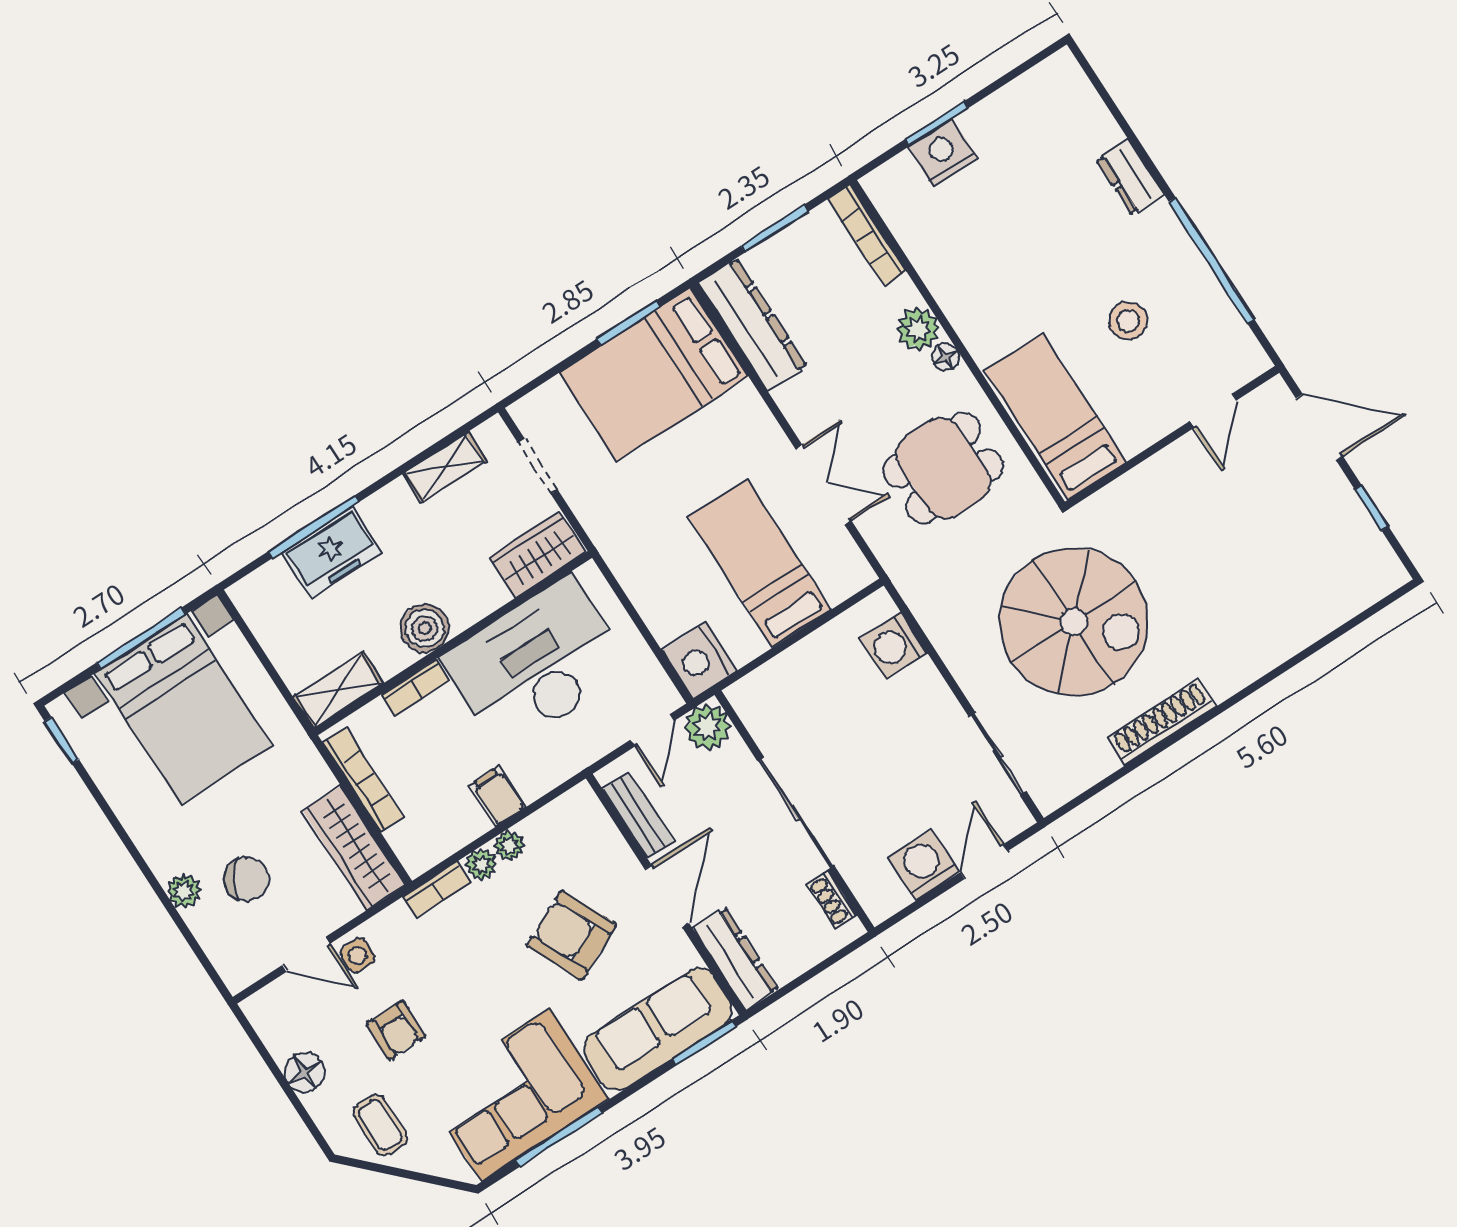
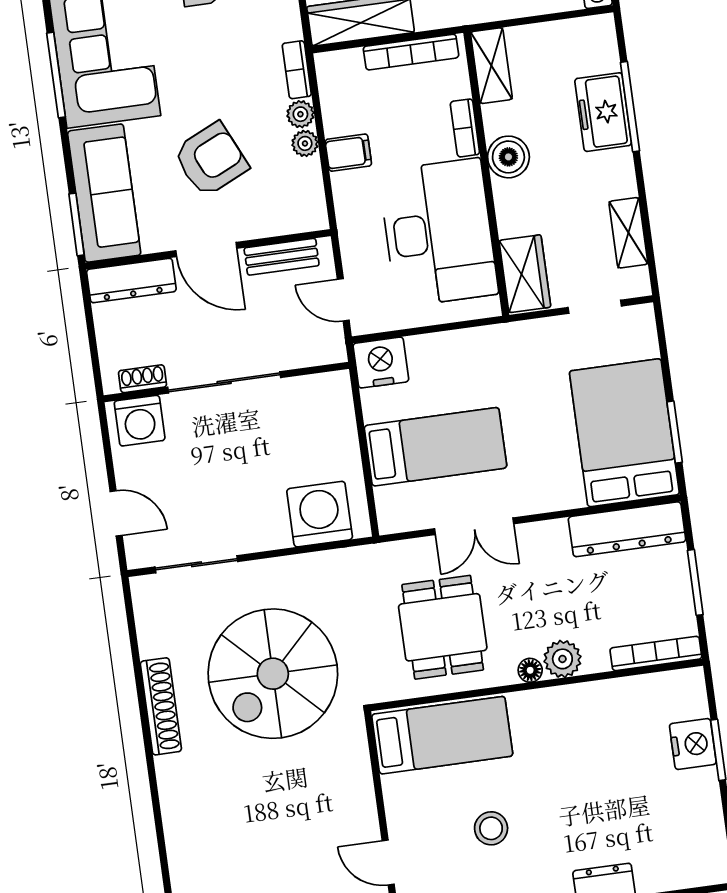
washing machine: (894, 646) -> (320, 514), width x1.37, depth x1.37
plant: (708, 727) -> (325, 344), removed
washing machine: (924, 865) -> (140, 421), moved, turned 90

